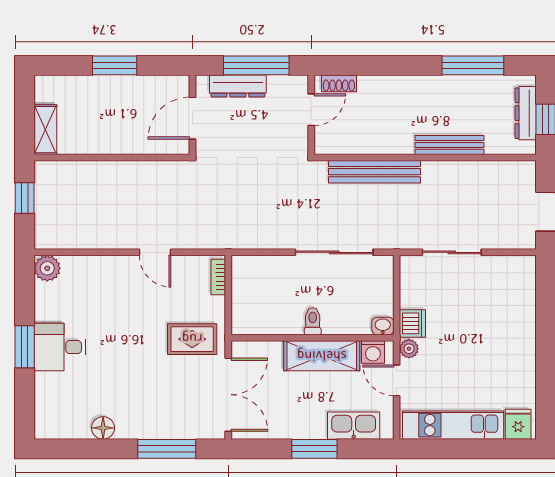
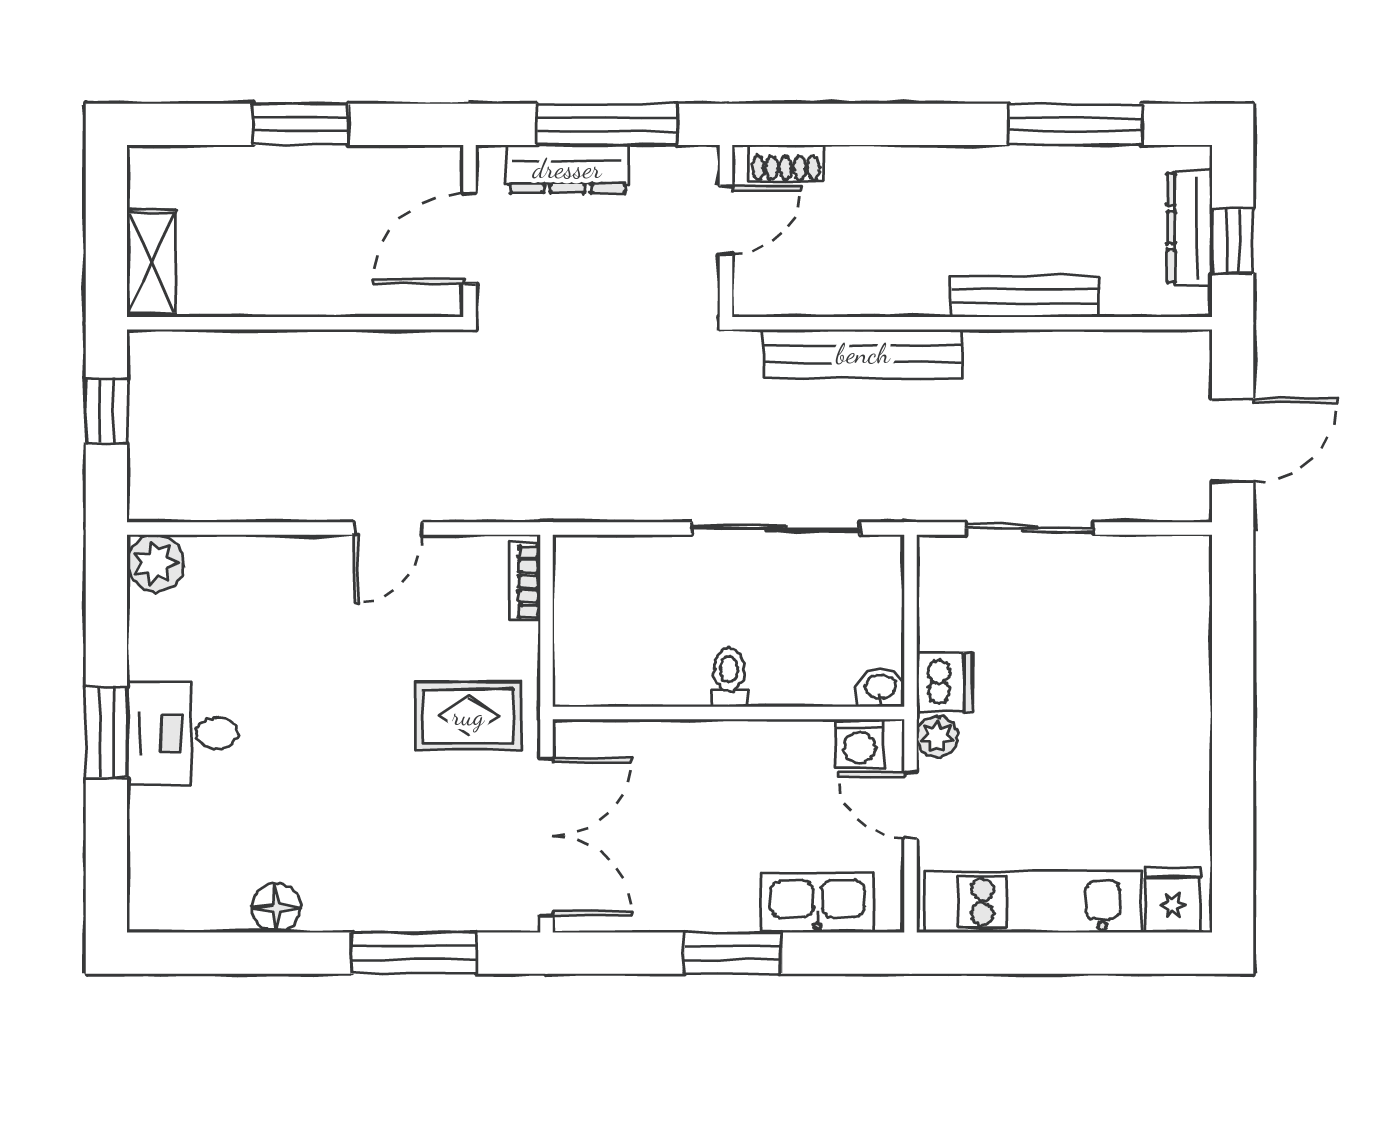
door: (155, 252) -> (388, 528), hinge flipped
shelving: (322, 356) -> (749, 752), removed

